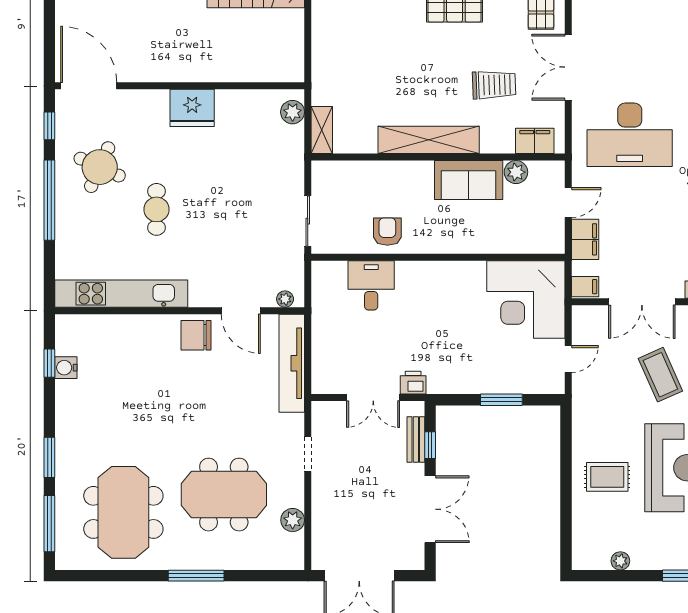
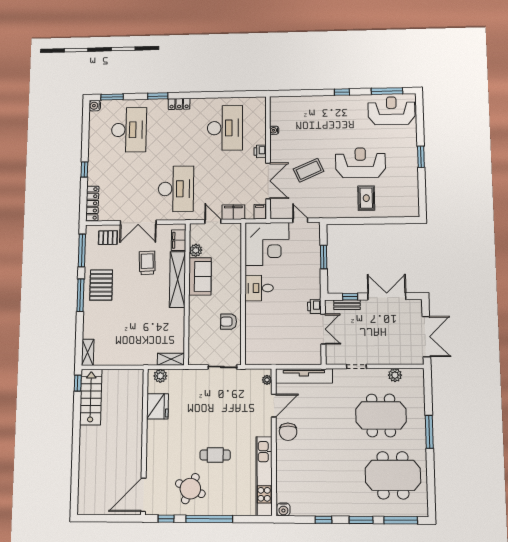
fridge: (192, 108) -> (157, 406), moved
shelving: (429, 140) -> (178, 279), moved
desk: (371, 285) -> (259, 288), moved
window: (49, 363) -> (323, 520), moved
water cooler: (66, 368) -> (283, 509), moved
meeting table: (224, 495) -> (381, 415), turned 90
plant: (620, 561) -> (414, 190), removed

